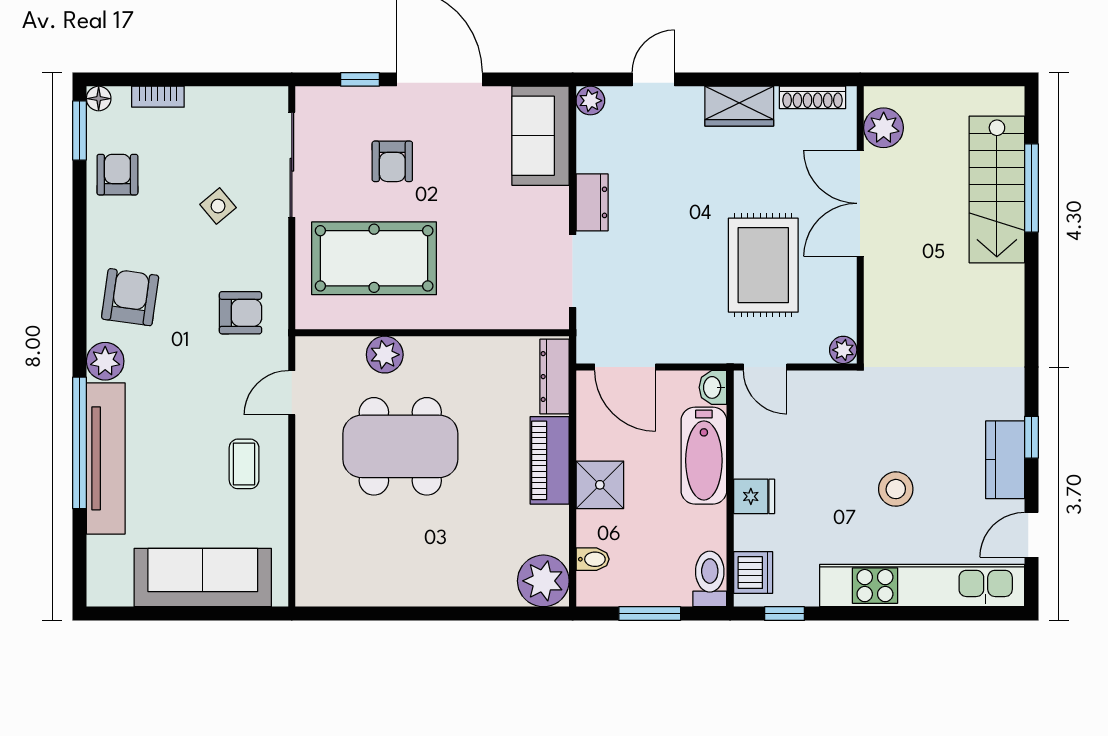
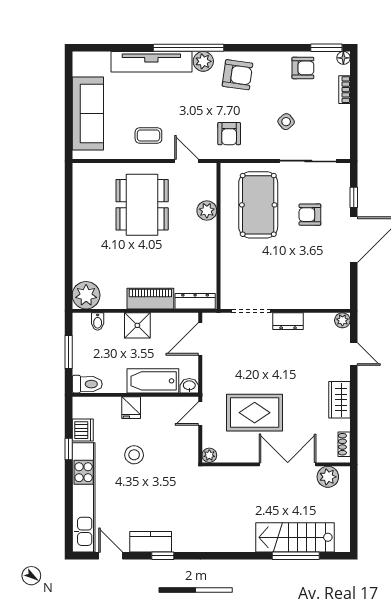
shoe rack: (813, 97) -> (344, 444), width x0.70
sofa: (541, 136) -> (324, 294), removed
window: (80, 443) -> (188, 48), moved
dining table: (400, 446) -> (142, 205), moved
stool: (896, 489) -> (134, 455), moved
dishwasher: (753, 573) -> (83, 430), moved, turned -90
window: (785, 614) -> (69, 449), moved

